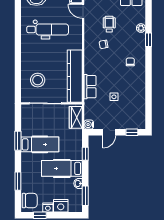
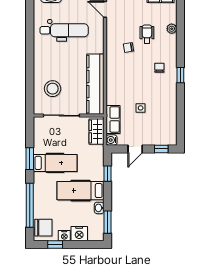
wheelchair: (109, 24) -> (147, 34), moved
window: (148, 40) -> (180, 75), moved
row of seats: (90, 87) -> (113, 119), moved
window: (18, 181) -> (30, 205), width x2.11

